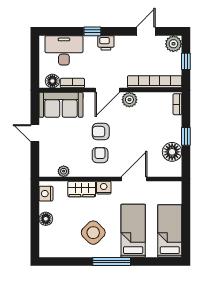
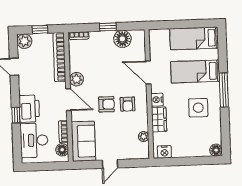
printer: (106, 43) -> (29, 109), width x1.87, depth x1.48
armchair: (101, 132) -> (106, 104), turned -90
armchair: (100, 155) -> (128, 104), turned -90
floor lamp: (46, 219) -> (216, 150), moved
side table: (93, 233) -> (198, 108), turned 45

